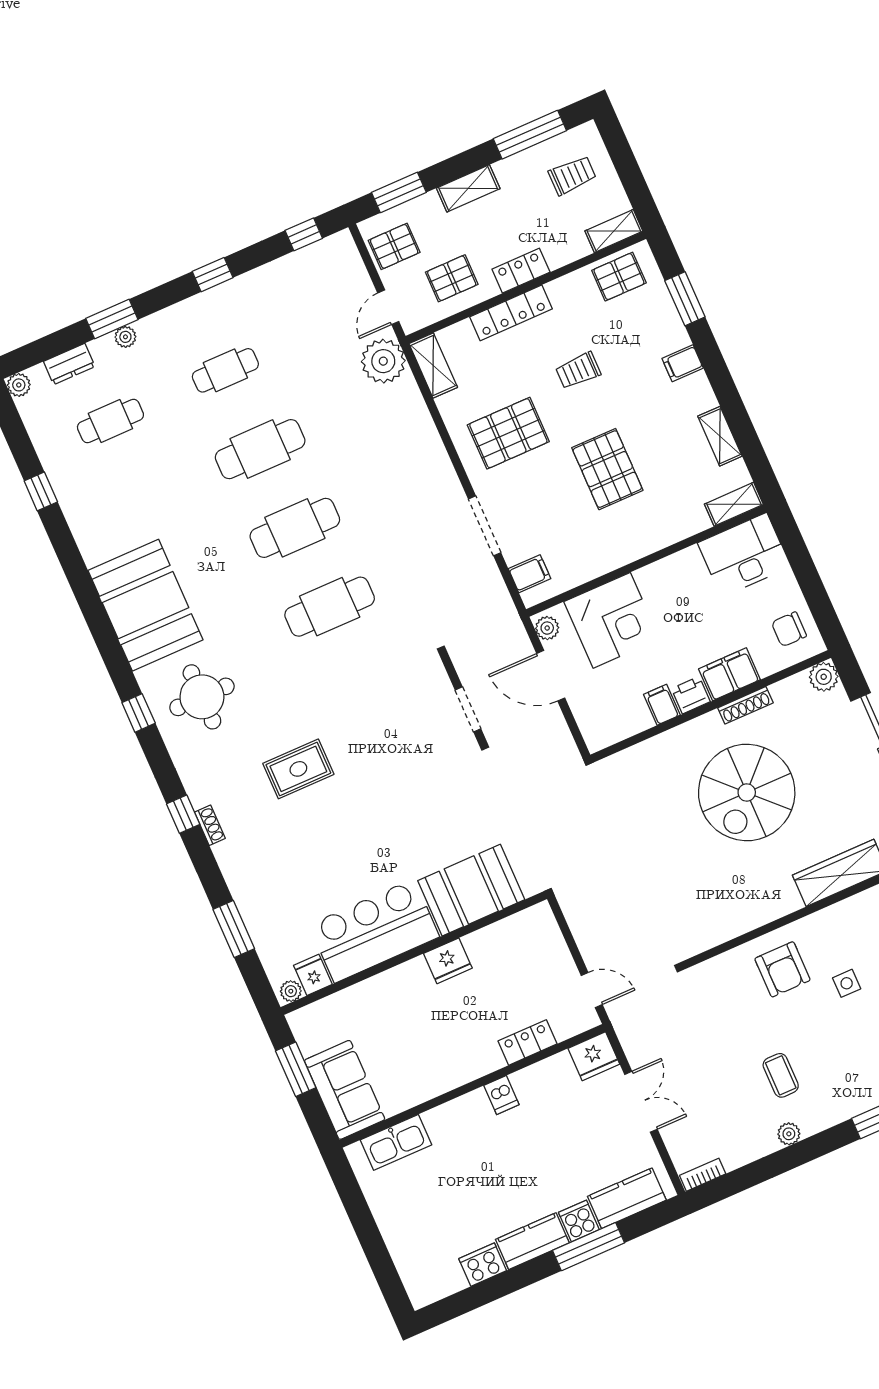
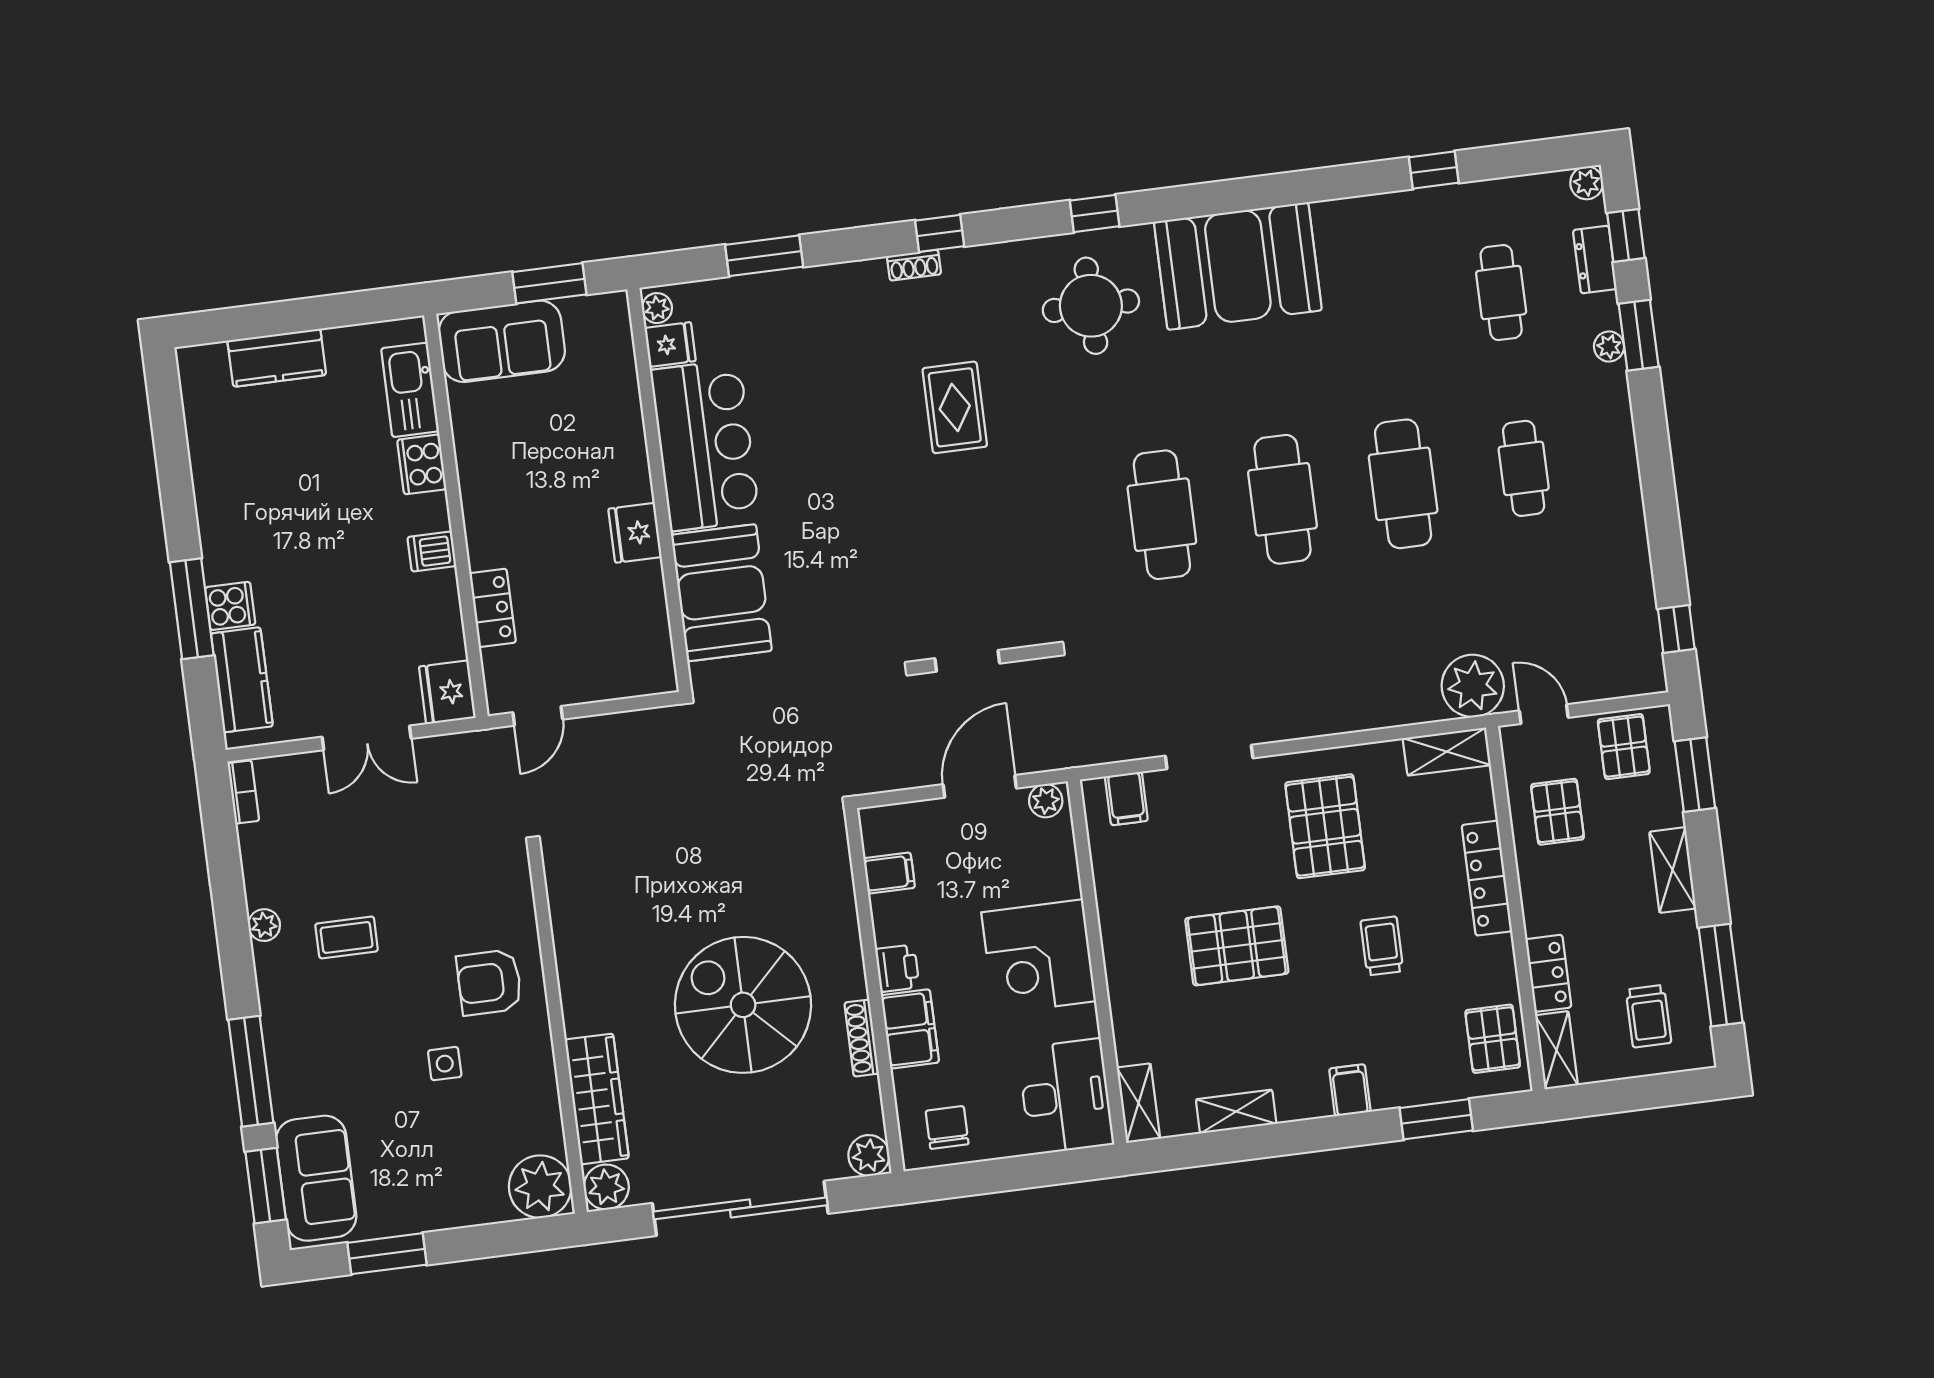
locker: (521, 271) -> (1548, 973), moved
window: (213, 275) -> (1626, 236), moved
corner desk: (612, 620) -> (1039, 957), moved
filing cabinet: (662, 705) -> (889, 873), moved
kitchen counter: (532, 1241) -> (277, 358), moved, turned 90
cooker: (483, 1265) -> (422, 464), moved, turned 180

